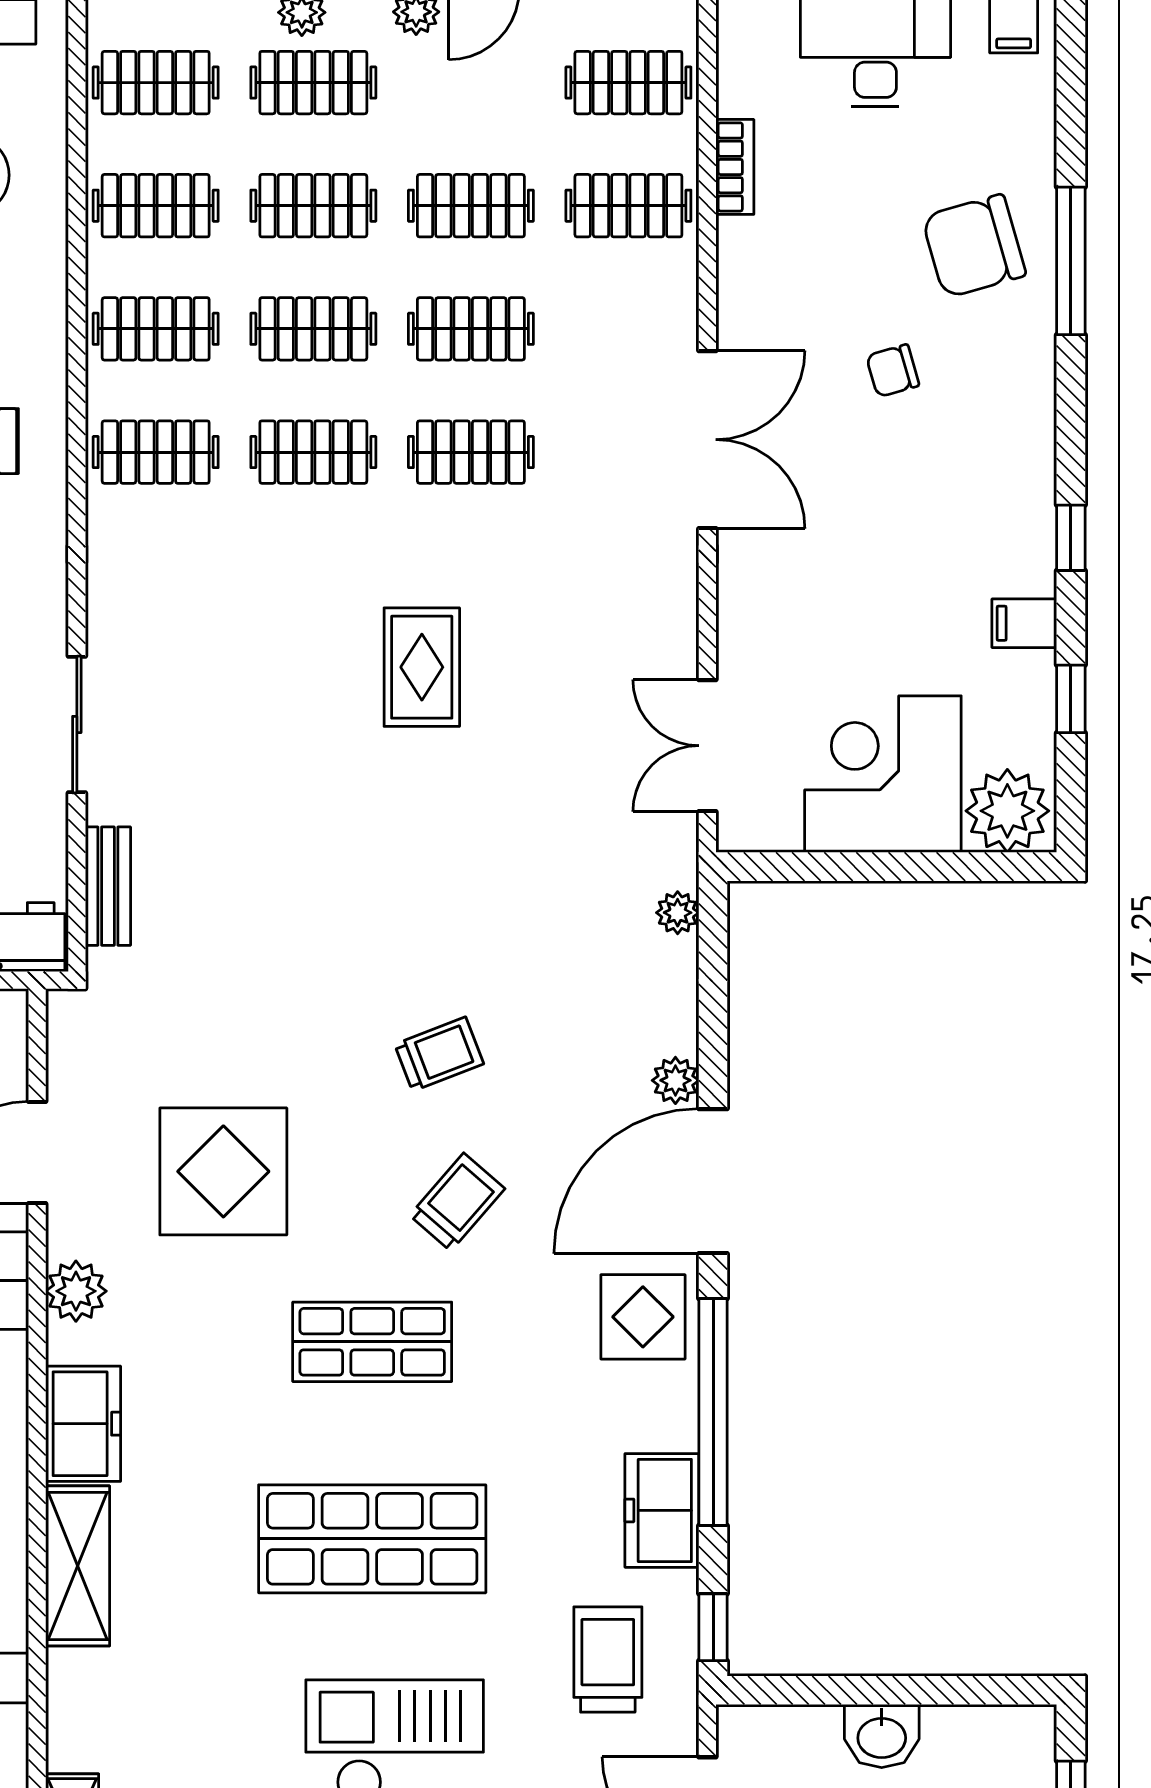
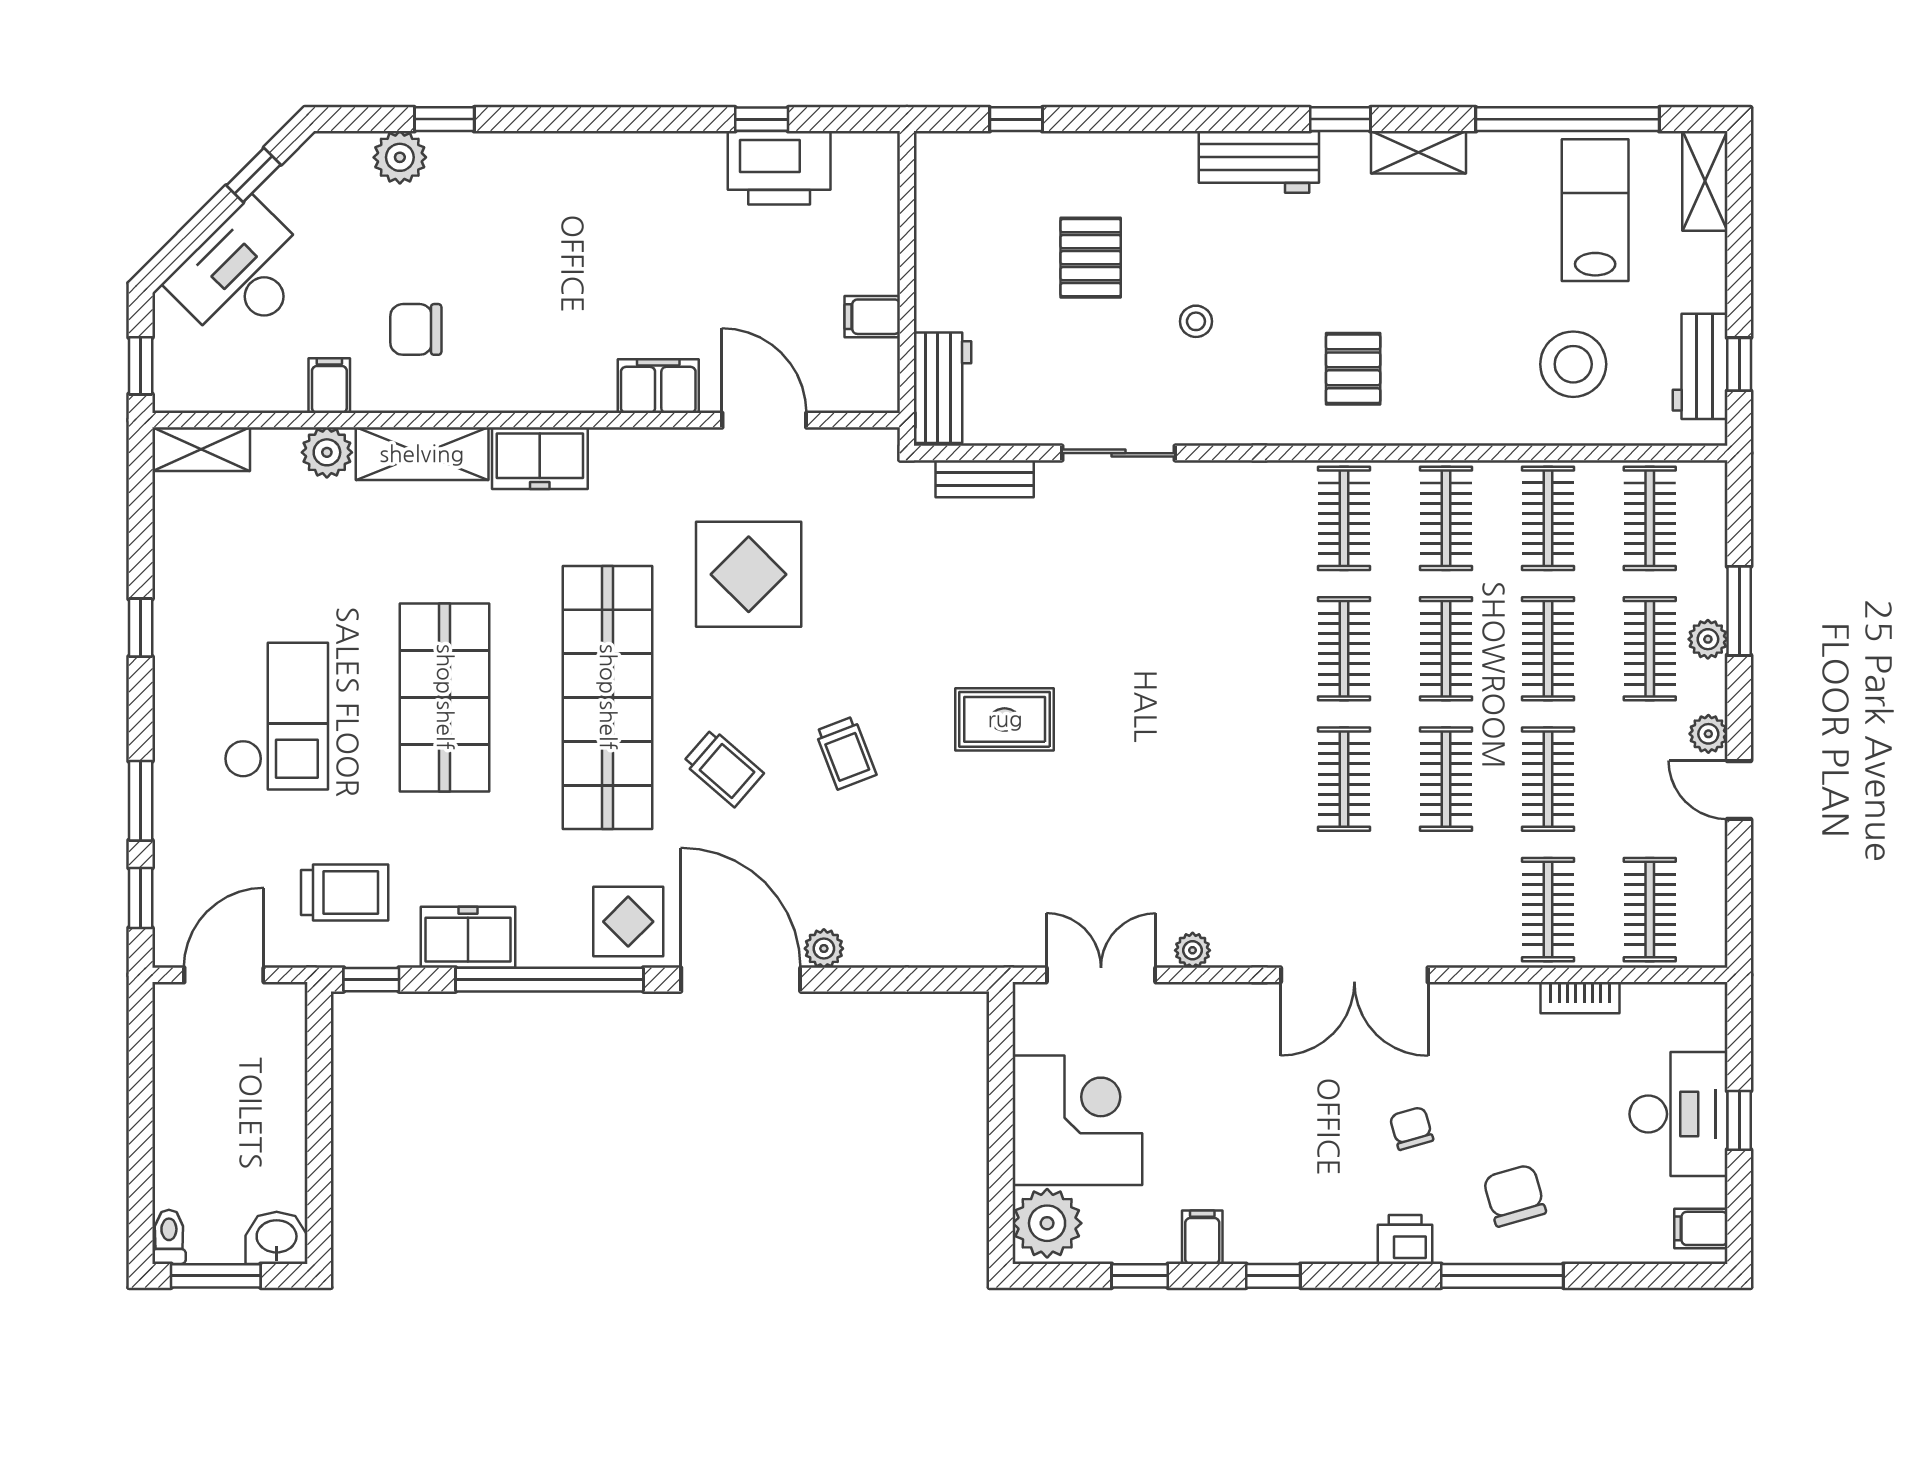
chair: (974, 246) -> (1515, 1195), width x0.73, depth x0.73
printer: (1027, 378) -> (1405, 1239), added
rug: (422, 667) -> (1005, 719), moved
plant: (678, 913) -> (1193, 950), moved
plant: (76, 1291) -> (327, 452), moved
shop shelf: (372, 1342) -> (608, 697), width x2.00, depth x1.36
washbasin: (882, 1736) -> (277, 1238), moved, turned 90

